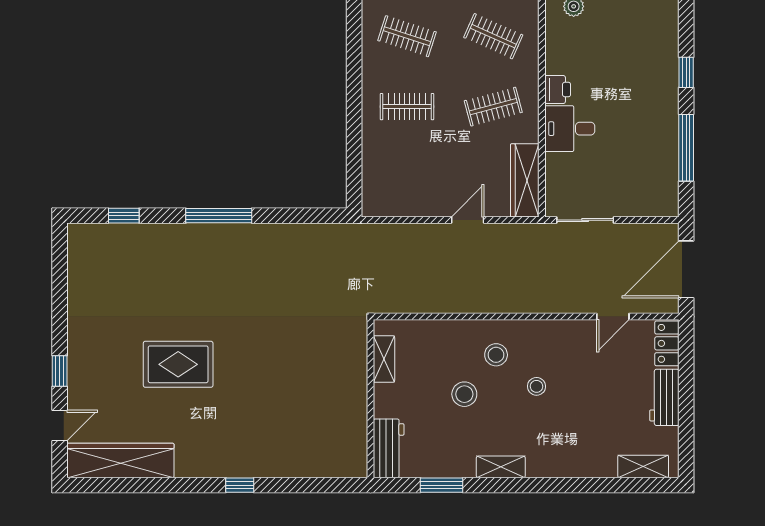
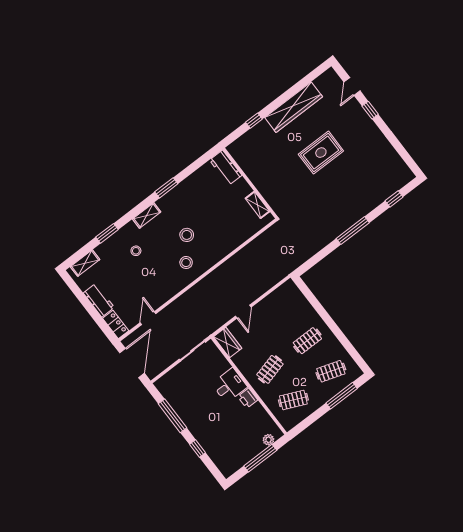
wardrobe: (525, 180) -> (228, 343), width x0.67
shelving: (384, 359) -> (257, 205), moved
stool: (536, 386) -> (136, 251), moved
wall: (370, 399) -> (250, 183), moved
workbench: (389, 448) -> (226, 168), moved
wardrobe: (120, 460) -> (294, 107), moved
window: (578, 485) -> (107, 233), added

